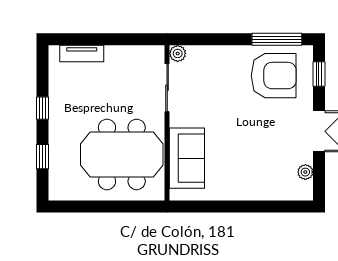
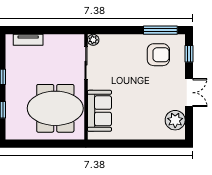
armchair: (274, 76) -> (158, 55), width x0.73, depth x0.73
plant: (305, 172) -> (175, 120), width x1.87, depth x1.87

